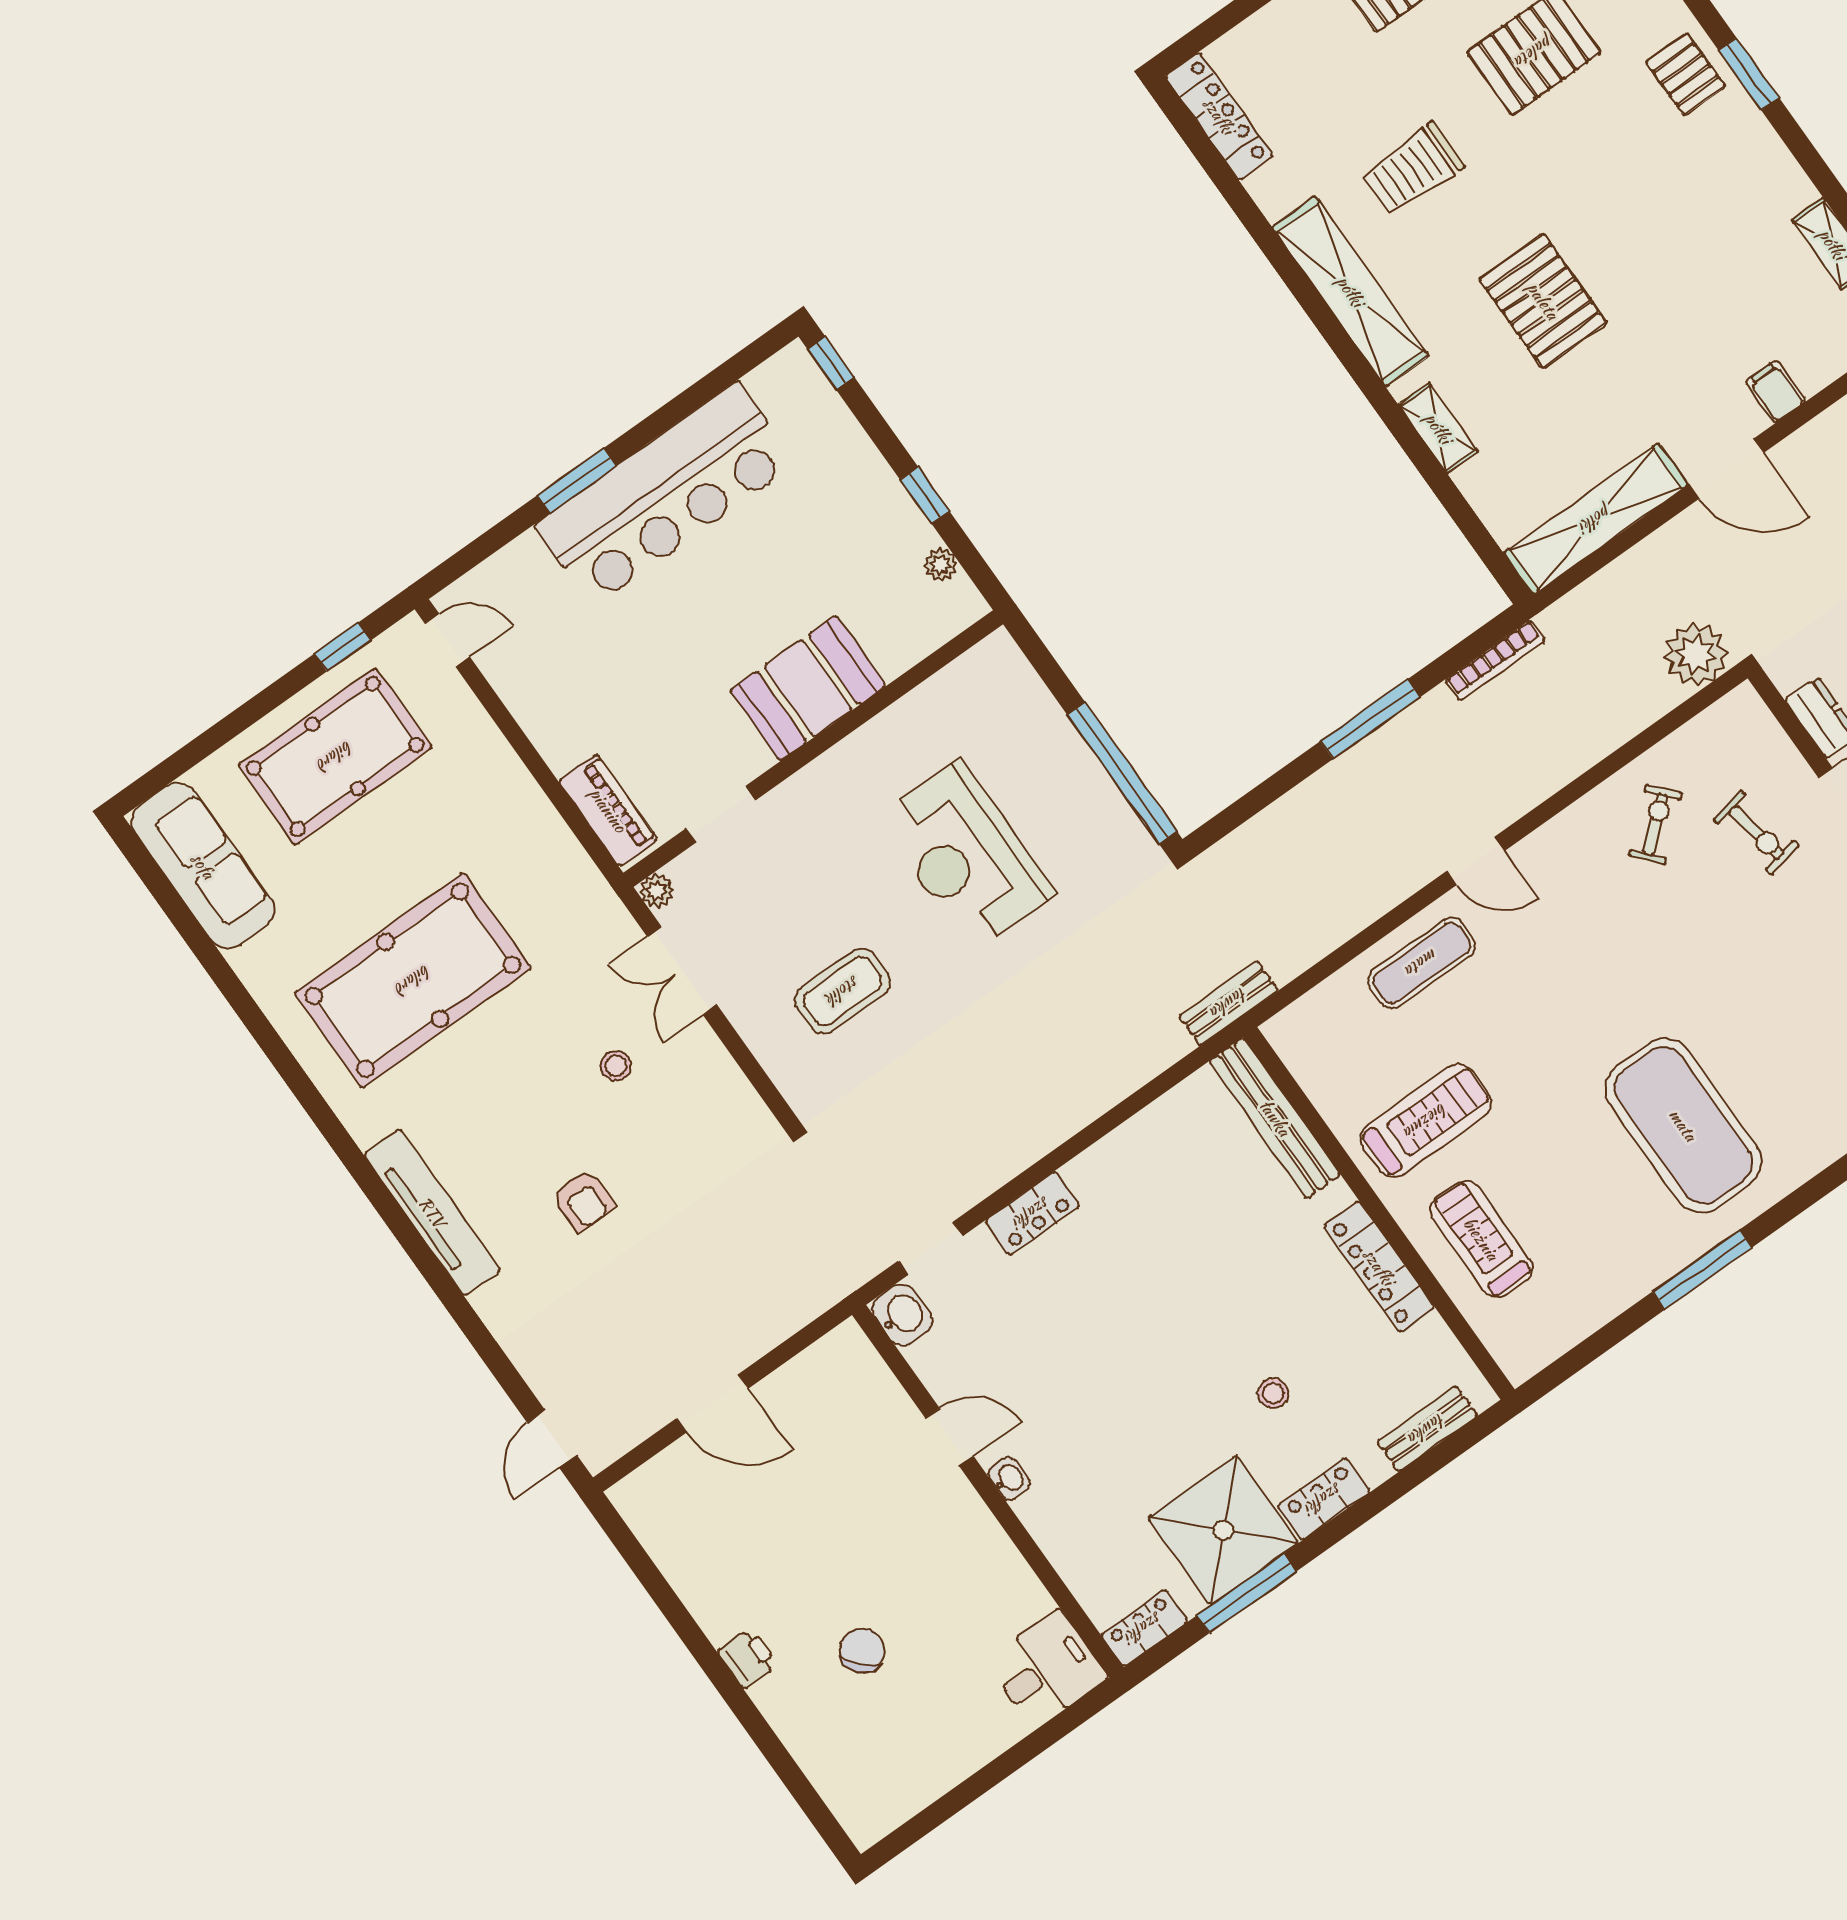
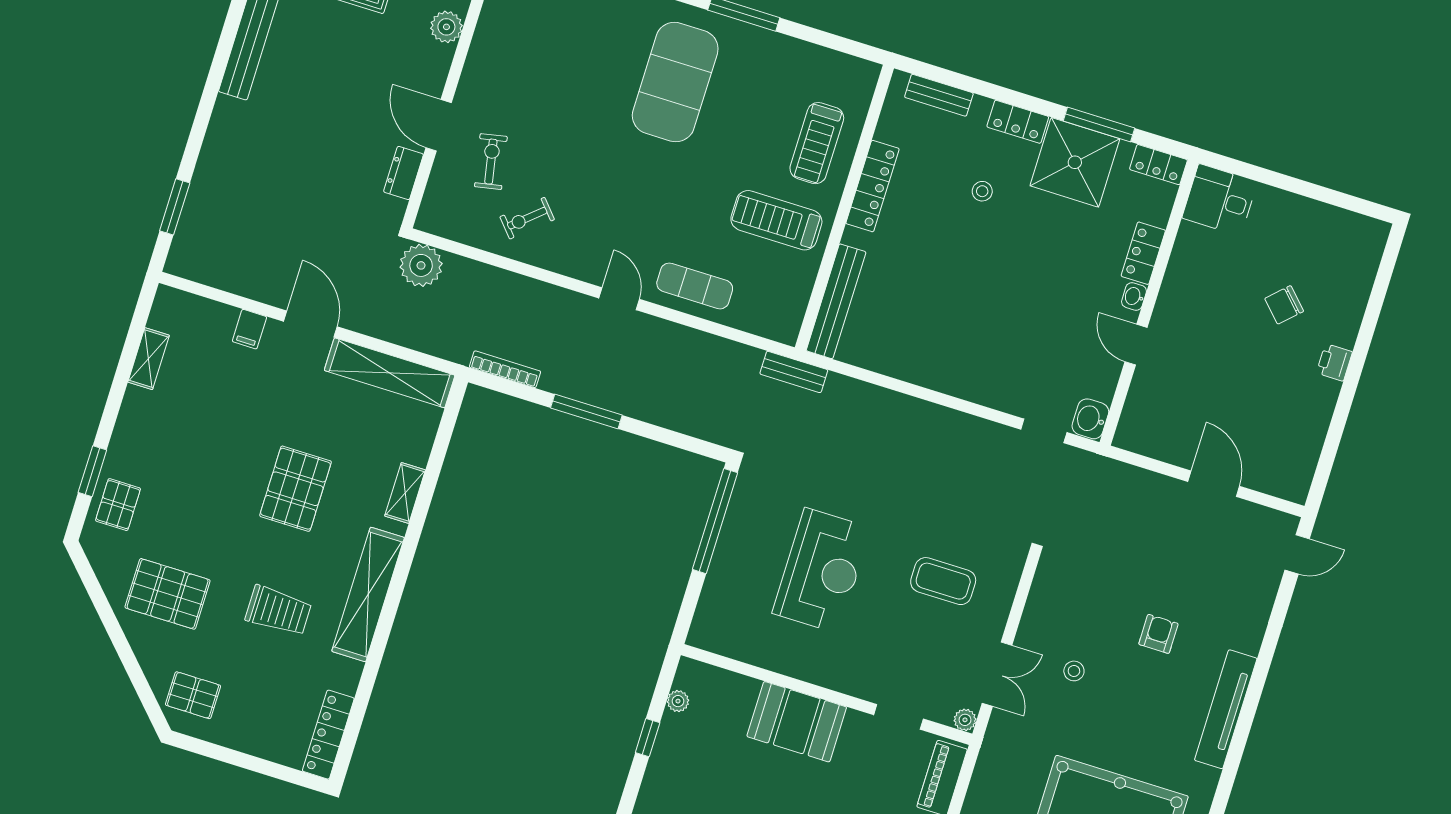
locker: (1032, 1213) -> (1143, 253), moved, turned -90

